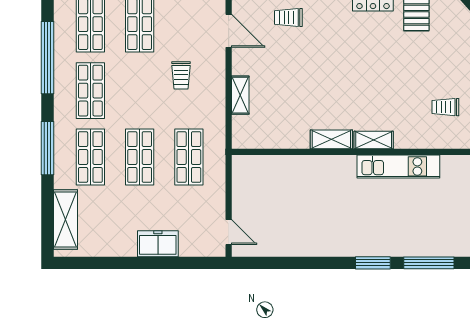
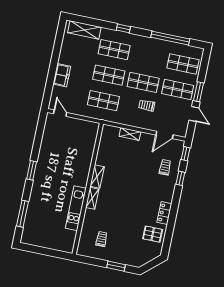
shop shelf: (90, 91) -> (143, 82), moved
window: (48, 148) -> (123, 28), width x0.46
door: (229, 232) -> (60, 113), swing flipped
window: (373, 263) -> (32, 170), moved

